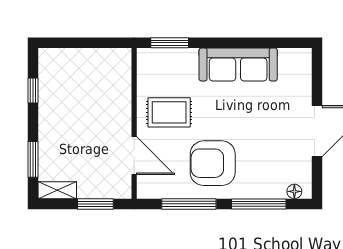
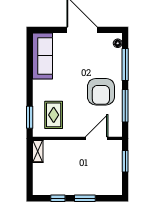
sofa: (238, 65) -> (42, 56), moved
rug: (169, 112) -> (54, 115), moved
window: (33, 159) -> (85, 198), moved
shelving: (57, 190) -> (38, 151), moved

